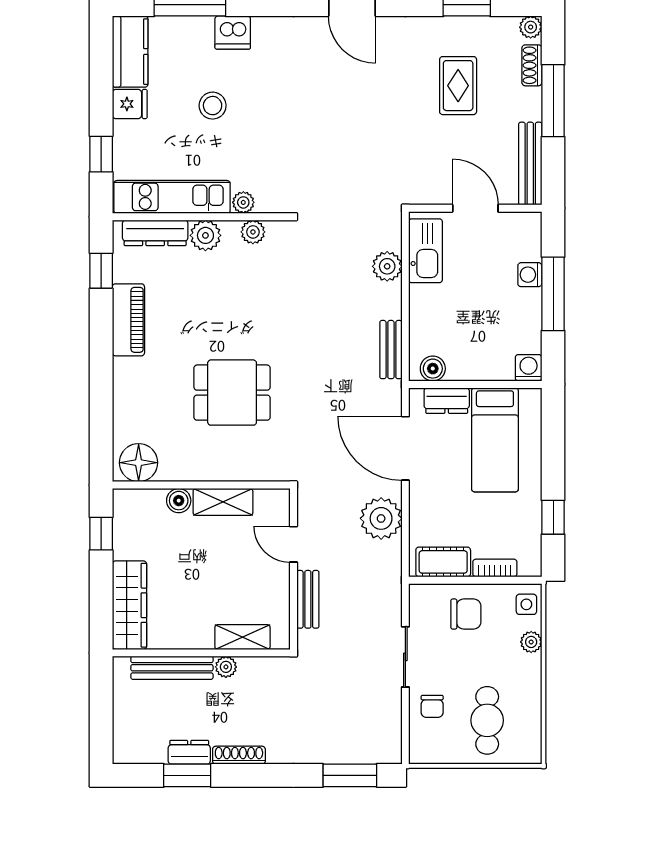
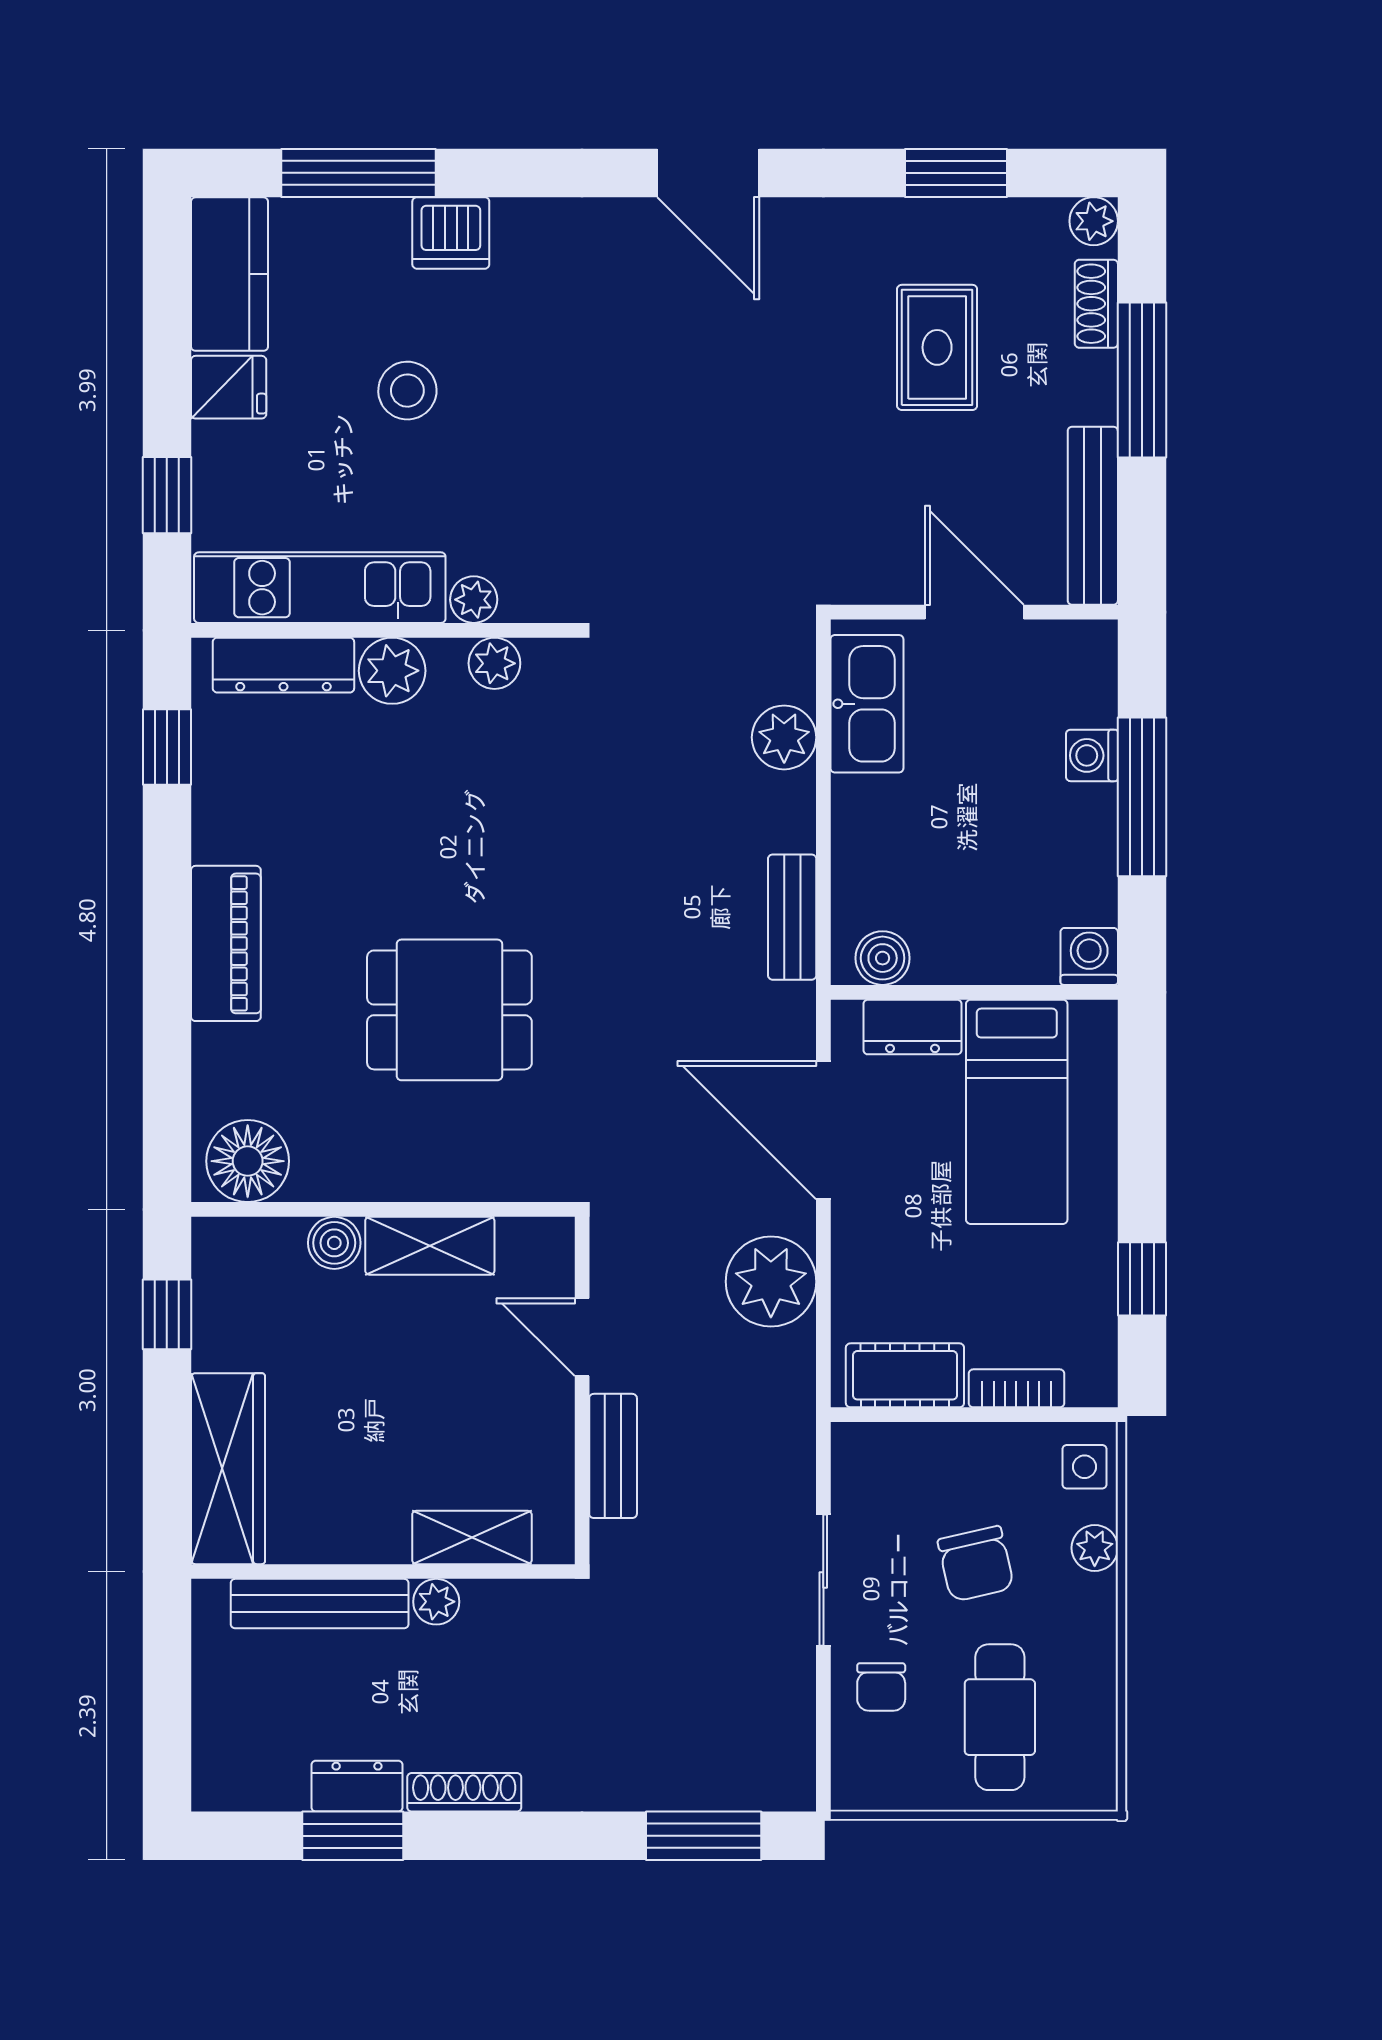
piano: (128, 320) -> (226, 943), moved
chair: (466, 614) -> (976, 1564), moved, turned 77

